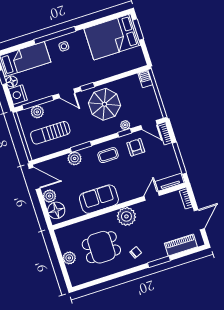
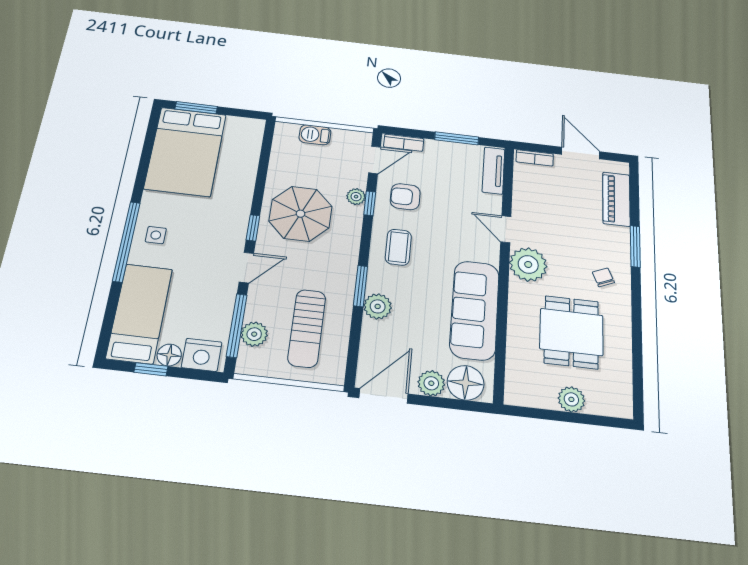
barbecue: (146, 79) -> (315, 135), moved
window: (179, 158) -> (457, 138), width x0.69
door: (152, 196) -> (506, 229), moved
sofa: (99, 199) -> (475, 310), width x1.36

